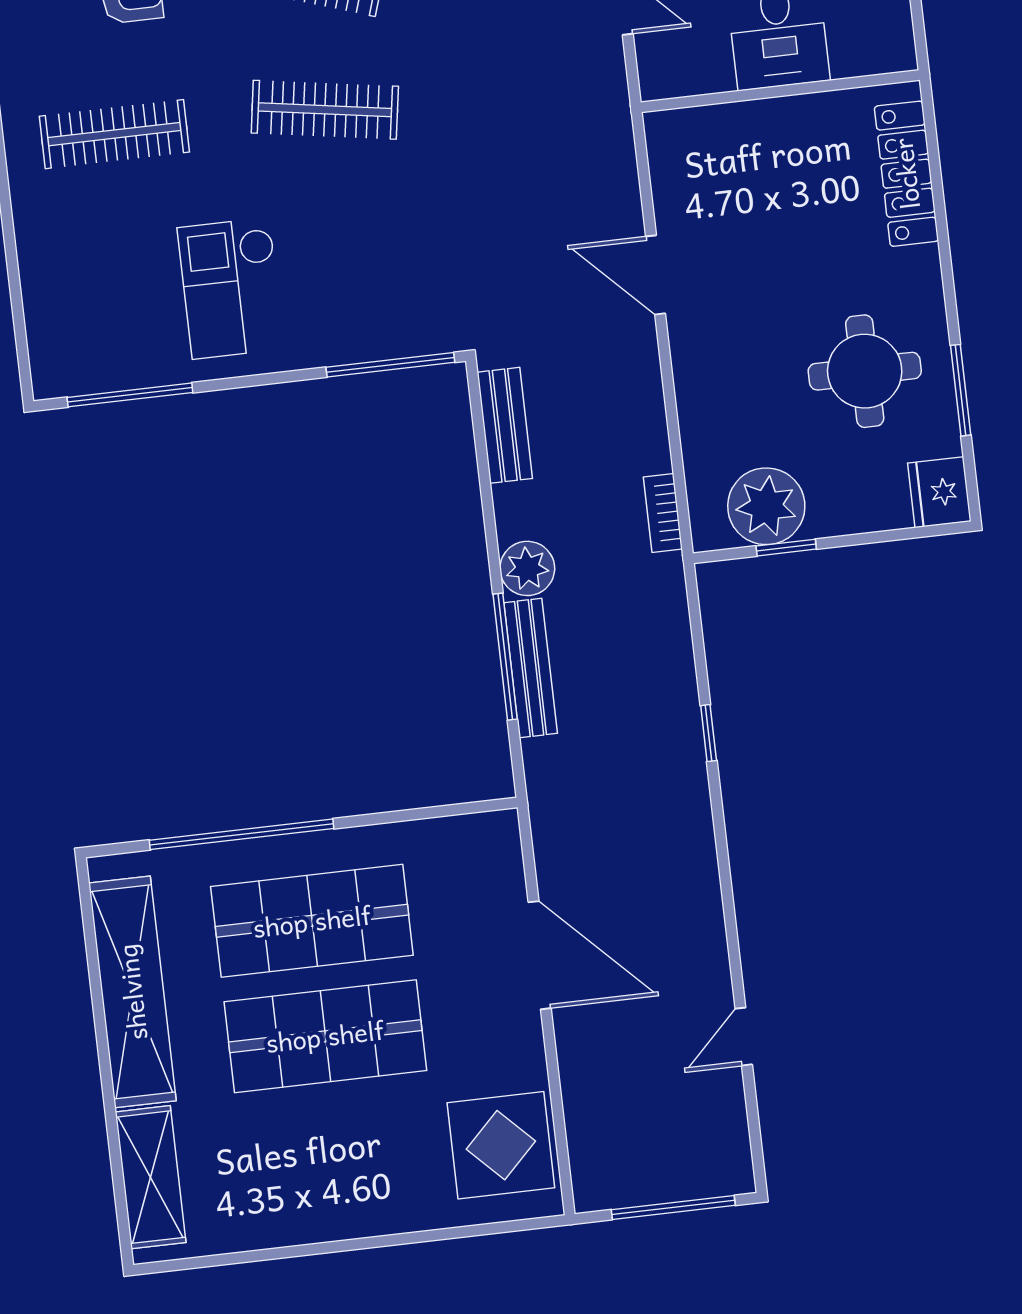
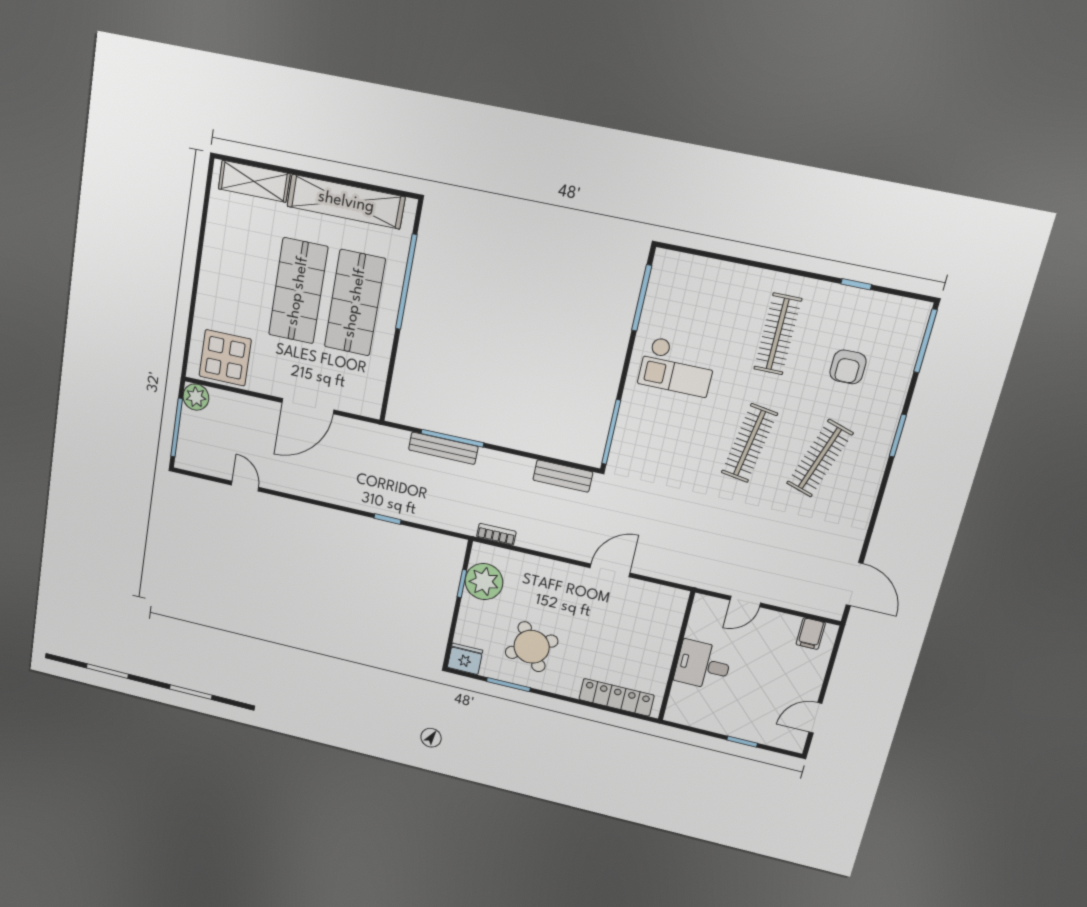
checkout: (231, 288) -> (677, 367), turned 180
round table: (865, 371) -> (532, 647), turned -31
plant: (527, 568) -> (196, 397), moved

